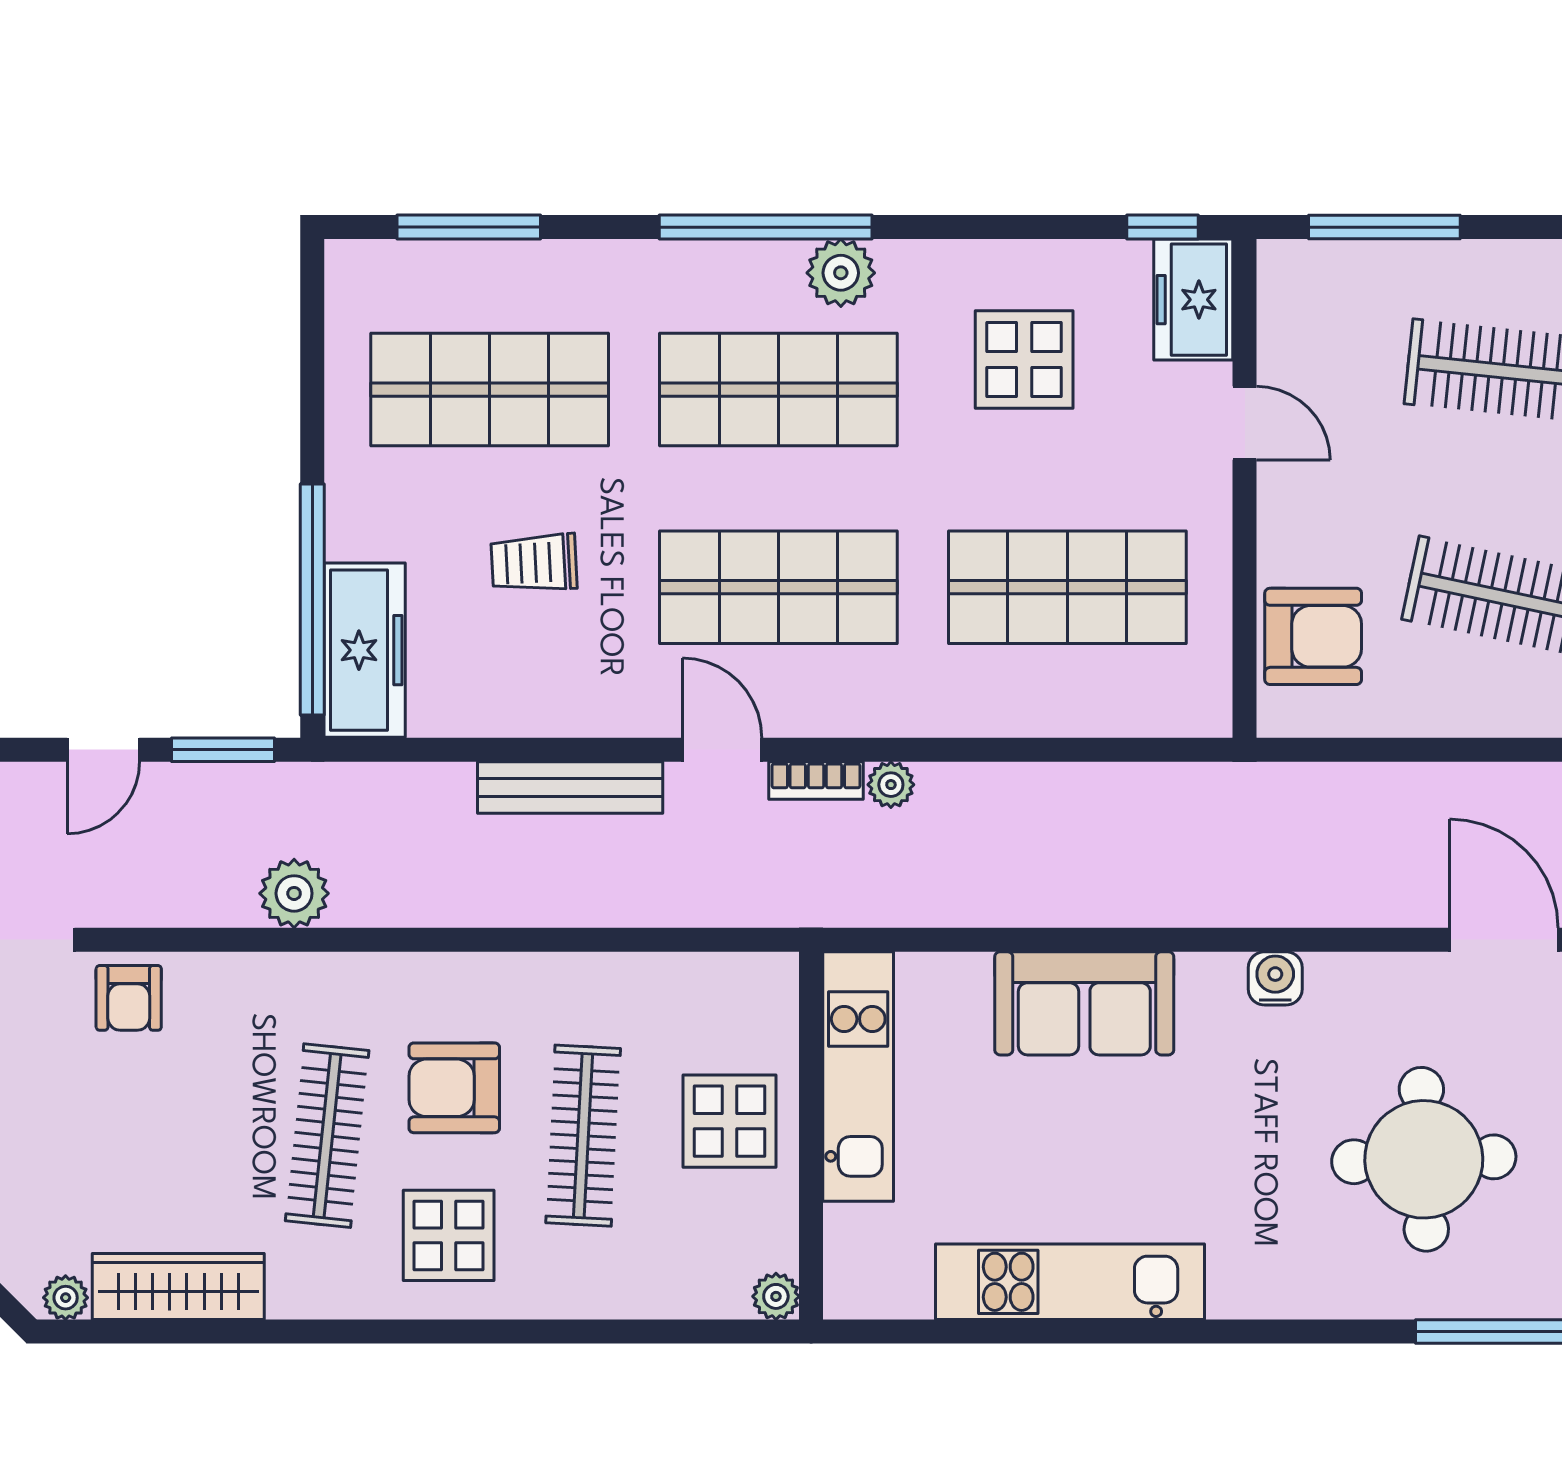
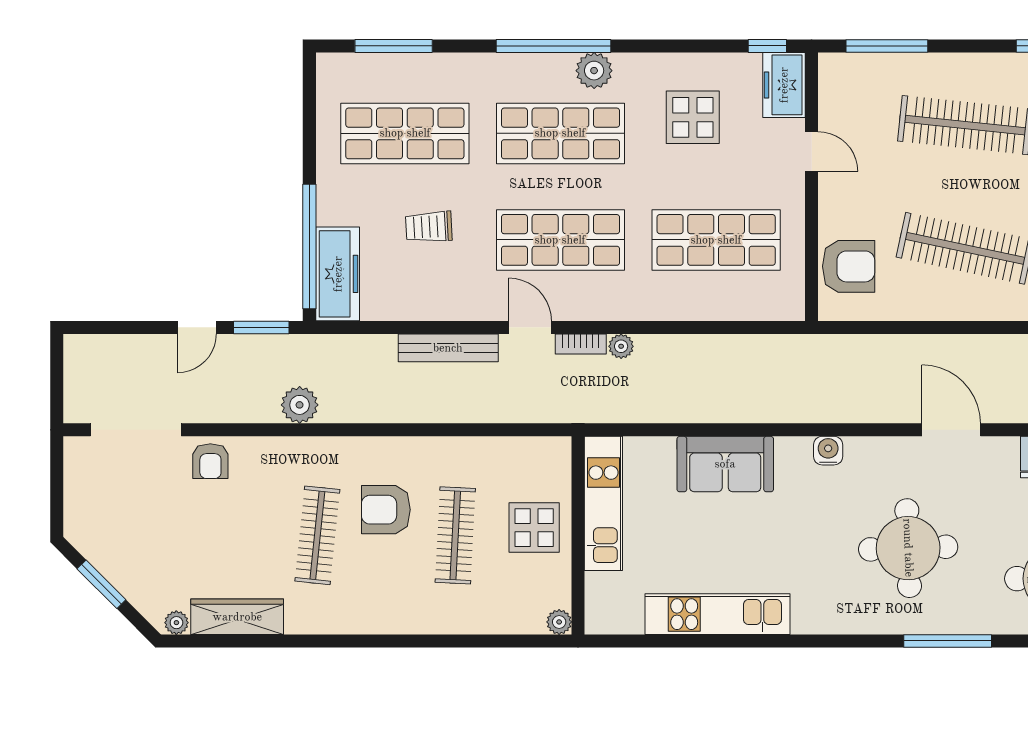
display table: (449, 1235) -> (383, 589), removed

